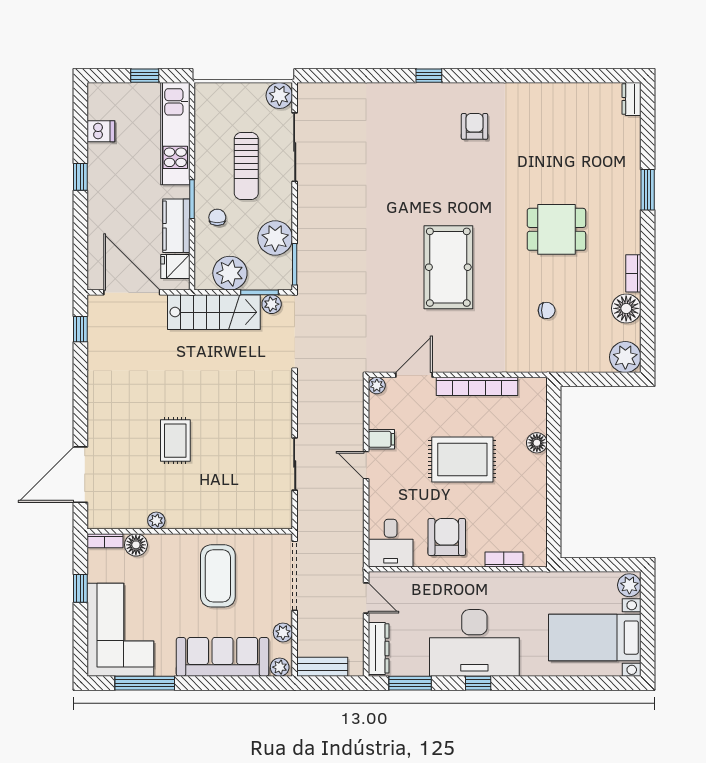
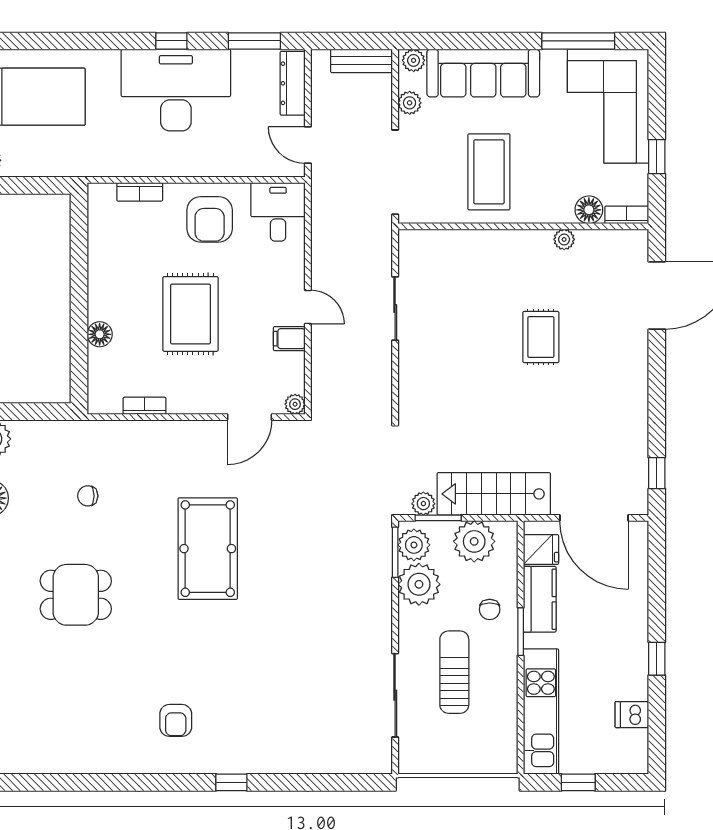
plant: (279, 96) -> (414, 545), moved
bookcase: (477, 386) -> (145, 406), width x0.43, depth x0.76
rug: (462, 459) -> (190, 314), turned 90

